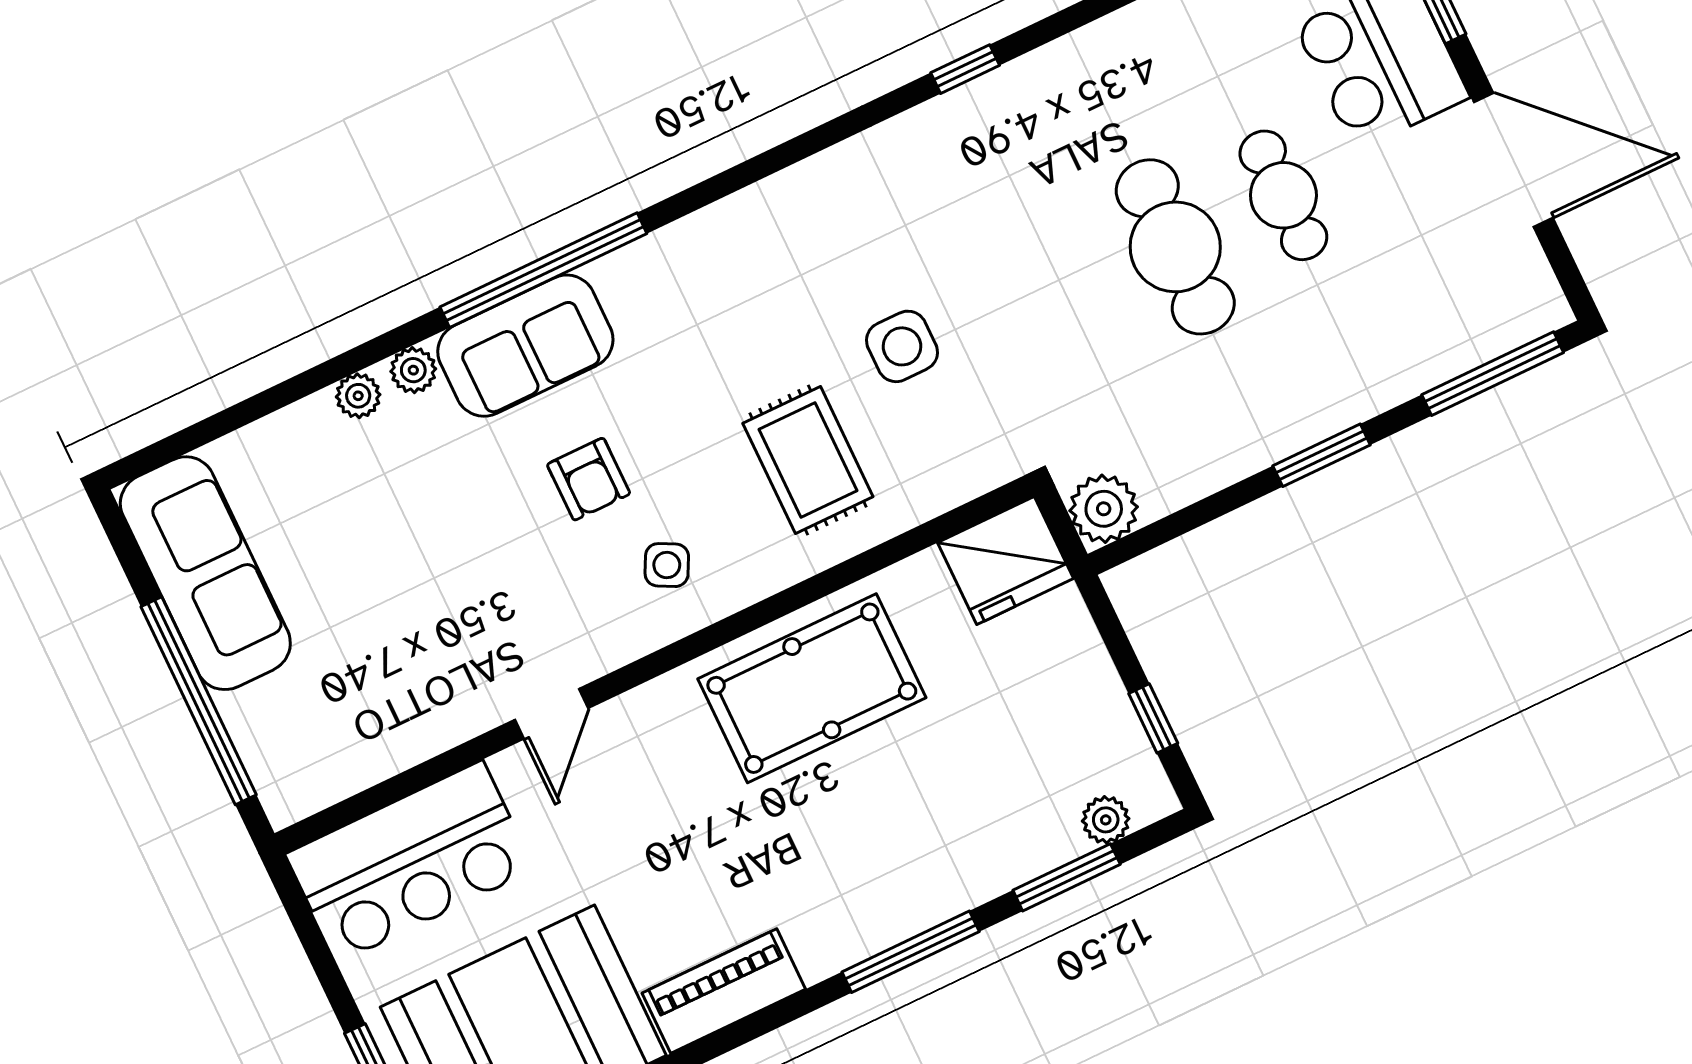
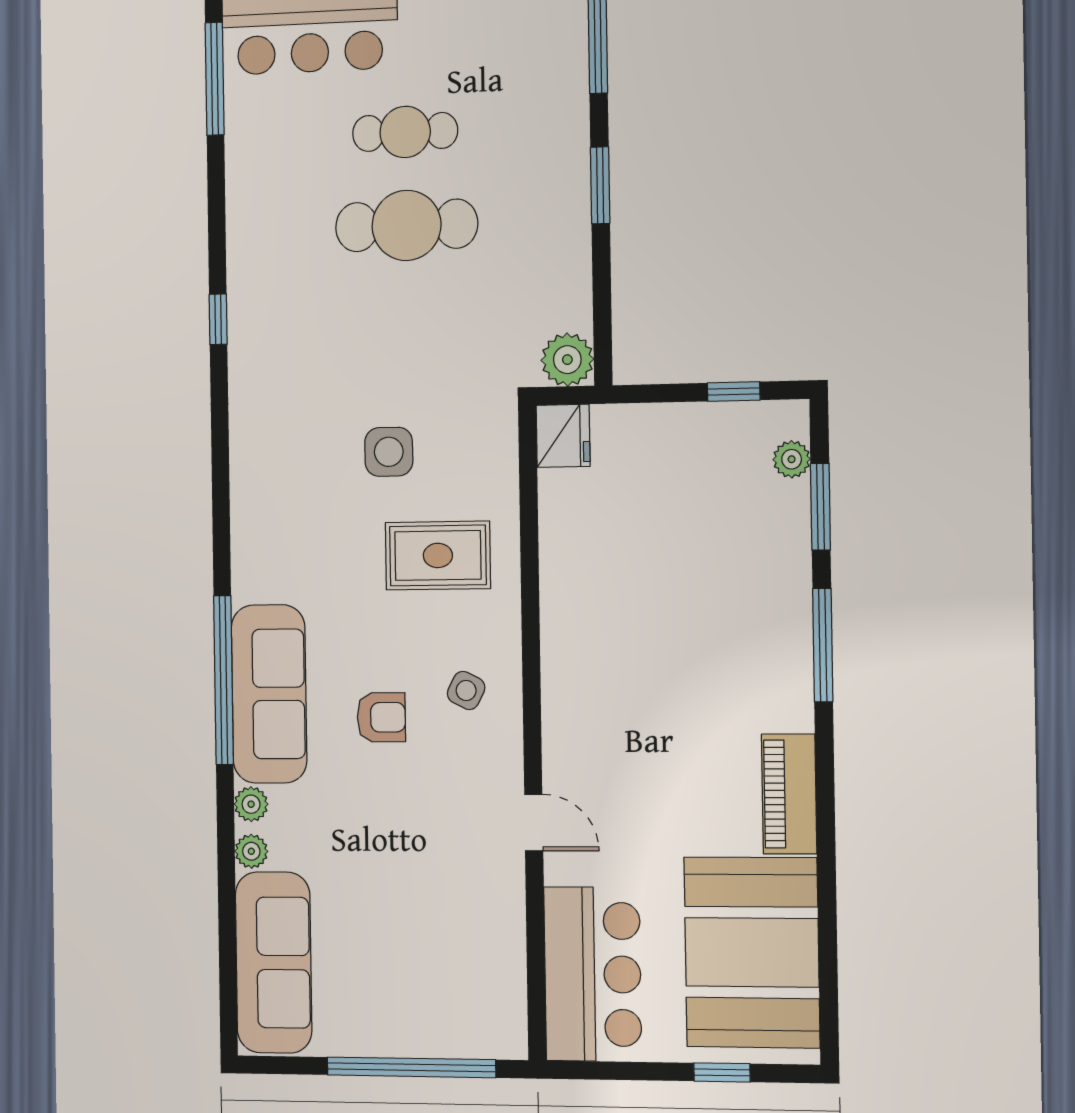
sofa: (525, 346) -> (269, 694), width x1.36
fridge: (1006, 560) -> (563, 436), width x0.73, depth x0.75
sofa: (205, 573) -> (274, 962), moved, turned 90
pool table: (812, 688) -> (600, 628), removed

